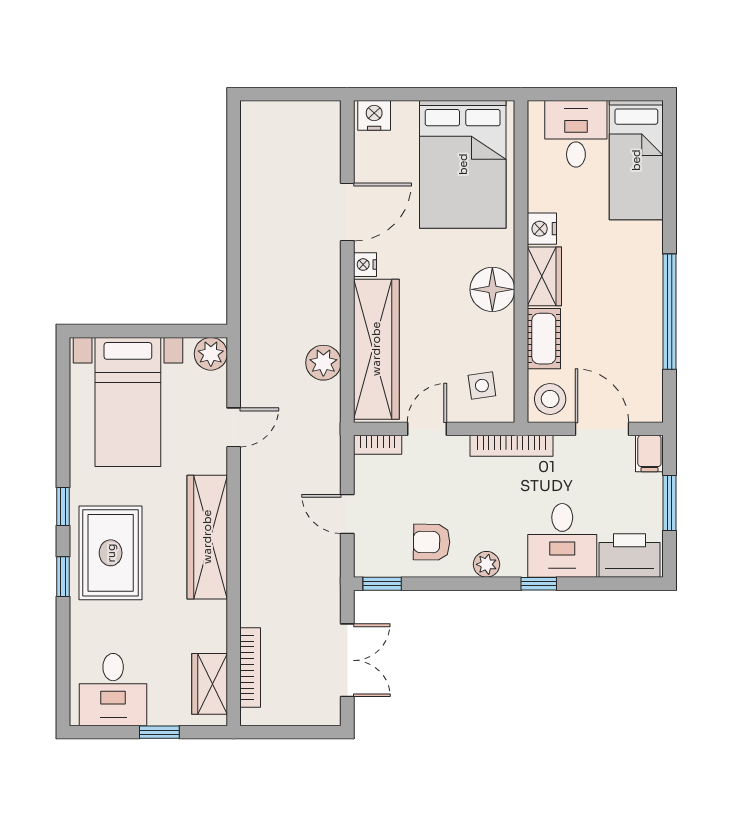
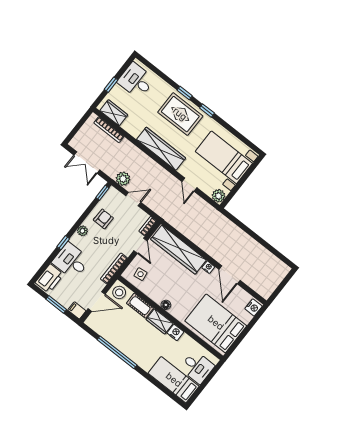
floor lamp: (492, 289) -> (166, 305), width x0.53, depth x0.53
plant: (323, 363) -> (123, 179), moved

